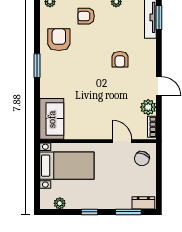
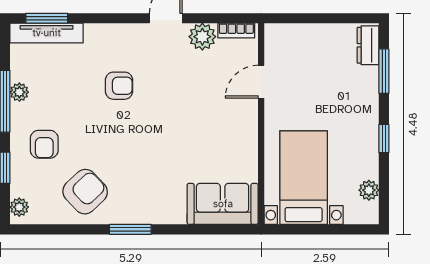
armchair: (59, 40) -> (85, 192), turned 137
chair: (142, 159) -> (291, 48), removed

